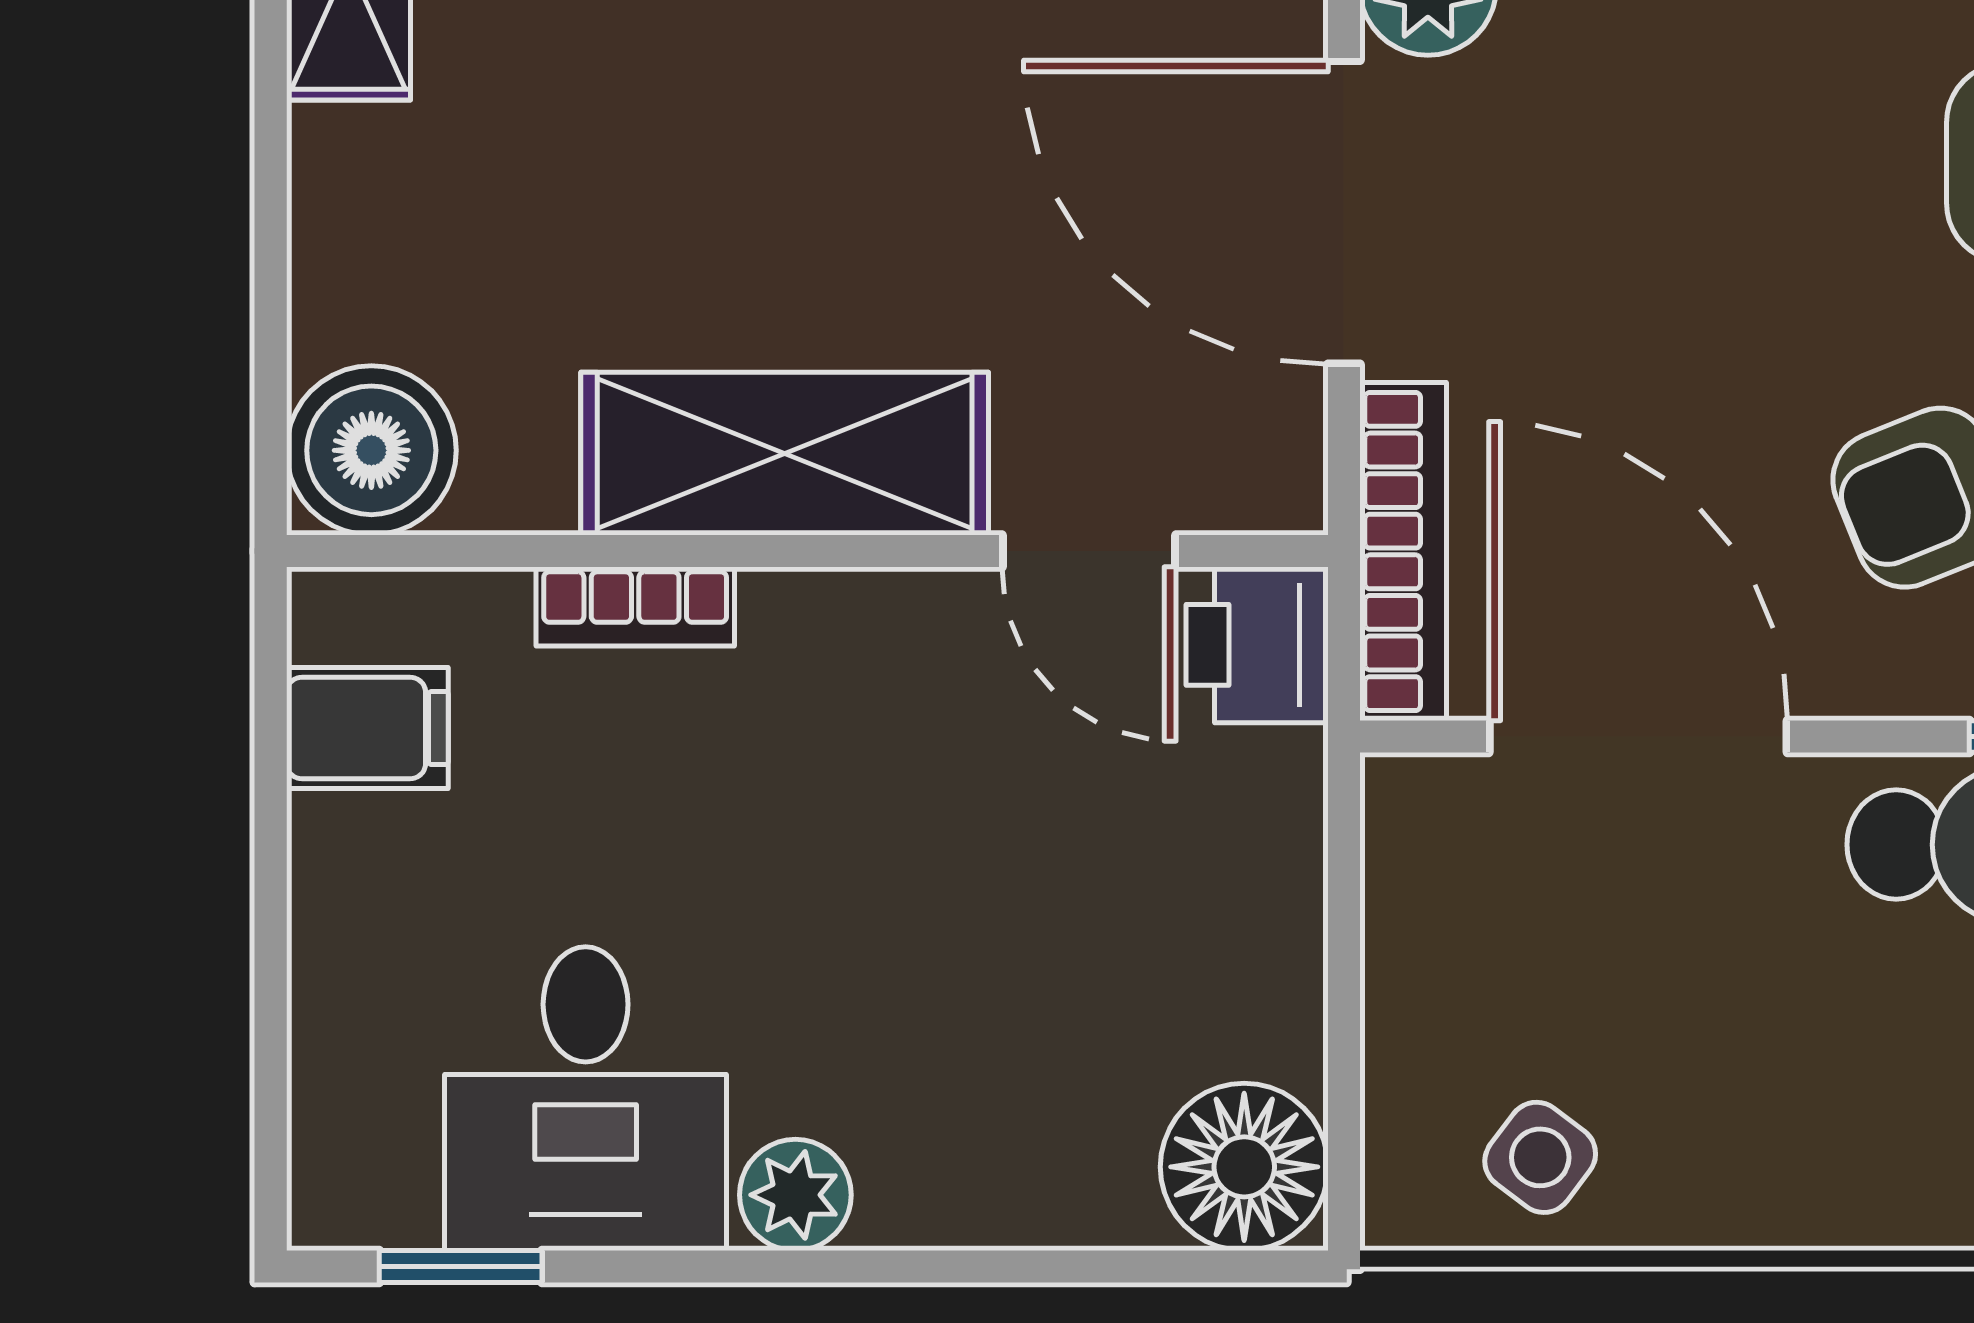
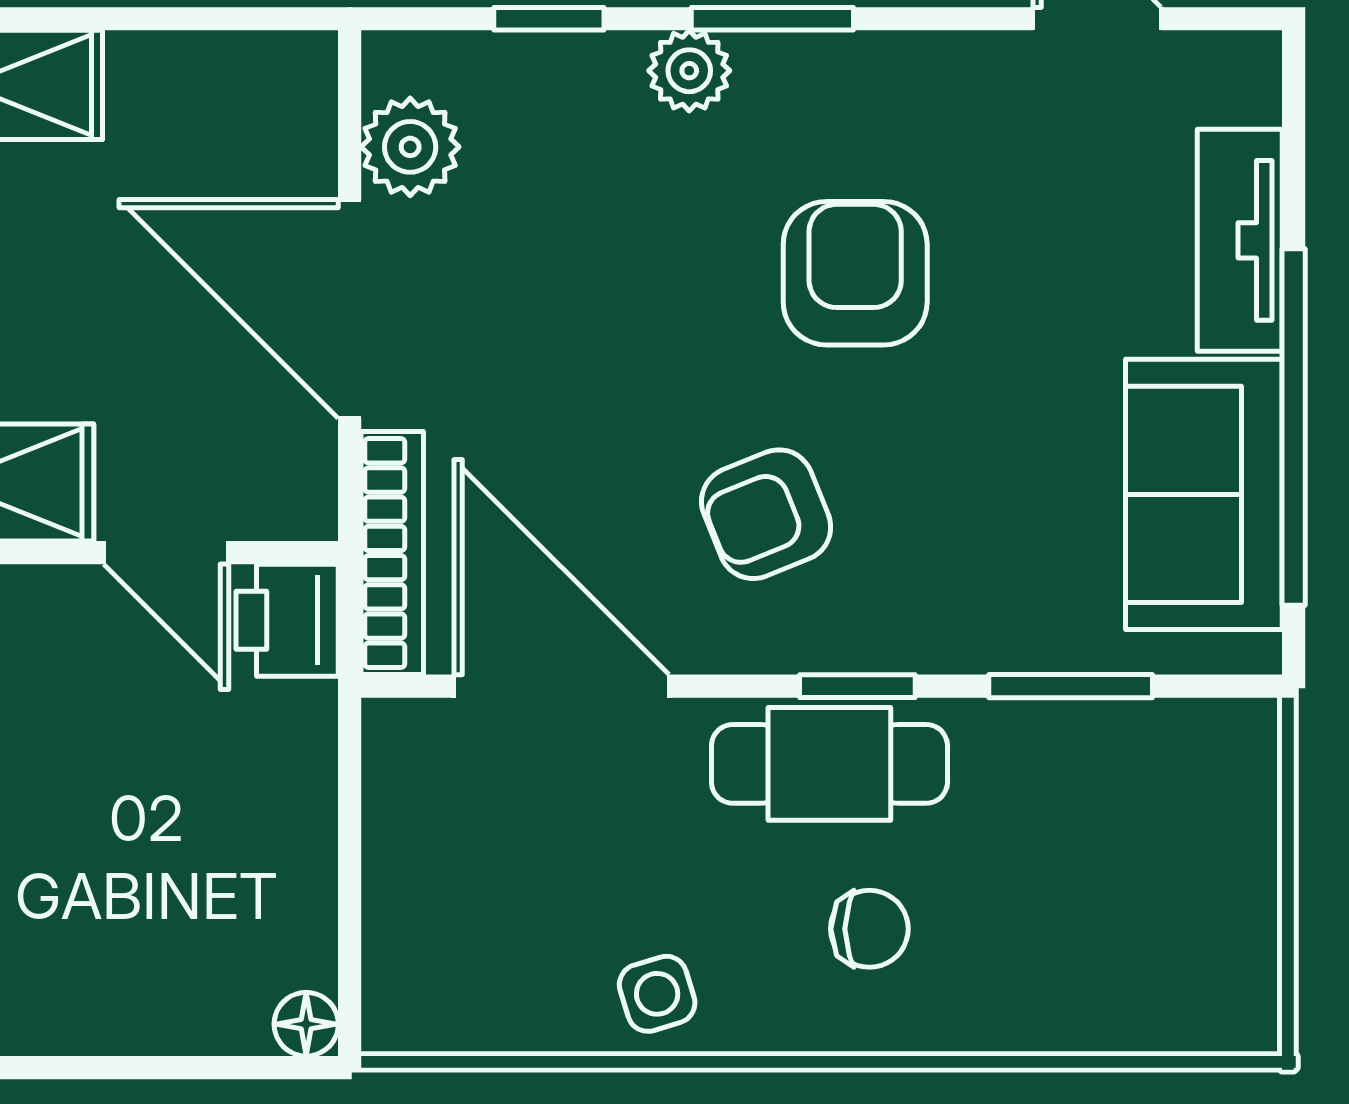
side table: (1540, 1157) -> (657, 994), moved, turned 36
floor lamp: (1244, 1167) -> (306, 1024), width x0.53, depth x0.53

